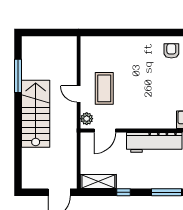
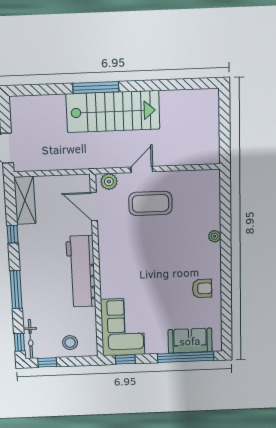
plant: (131, 41) -> (215, 236), added
window: (18, 76) -> (96, 88), moved

